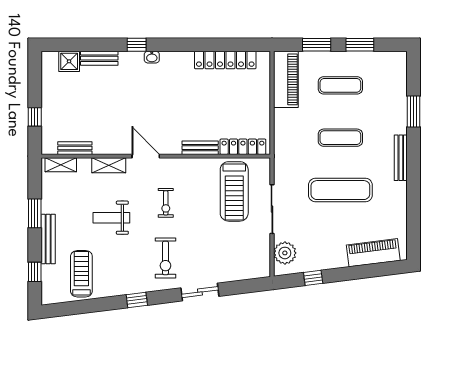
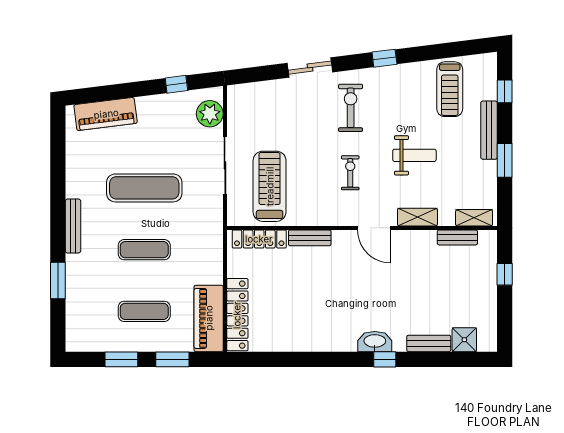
washbasin: (152, 57) -> (375, 342), width x1.91, depth x1.45
locker: (225, 60) -> (237, 315), moved, turned 90

